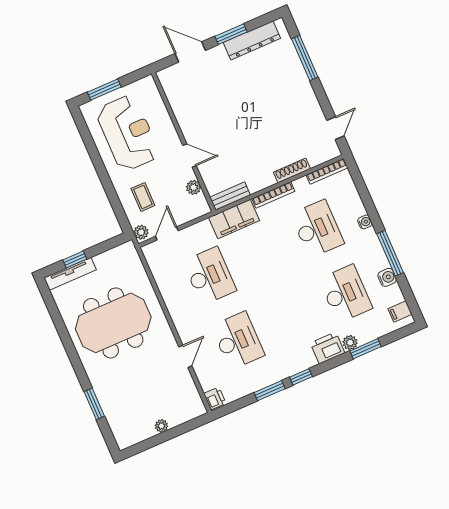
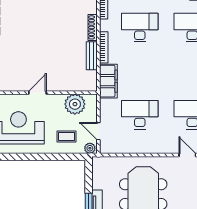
door: (190, 155) -> (37, 93), moved
plant: (193, 187) -> (75, 104), width x1.87, depth x1.87
bench: (230, 196) -> (92, 56), moved

